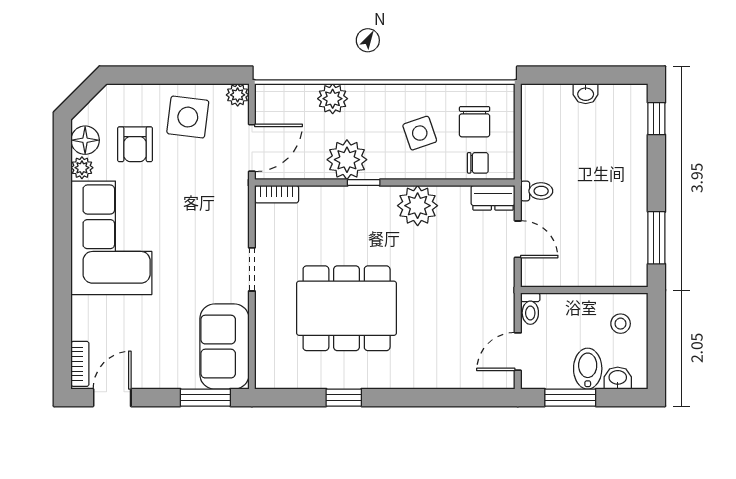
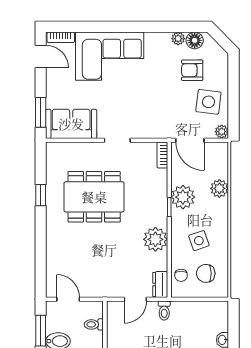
corner sofa: (111, 238) -> (110, 56), moved
dining table: (347, 308) -> (94, 197), turned 90
toilet: (530, 309) -> (94, 324), moved

